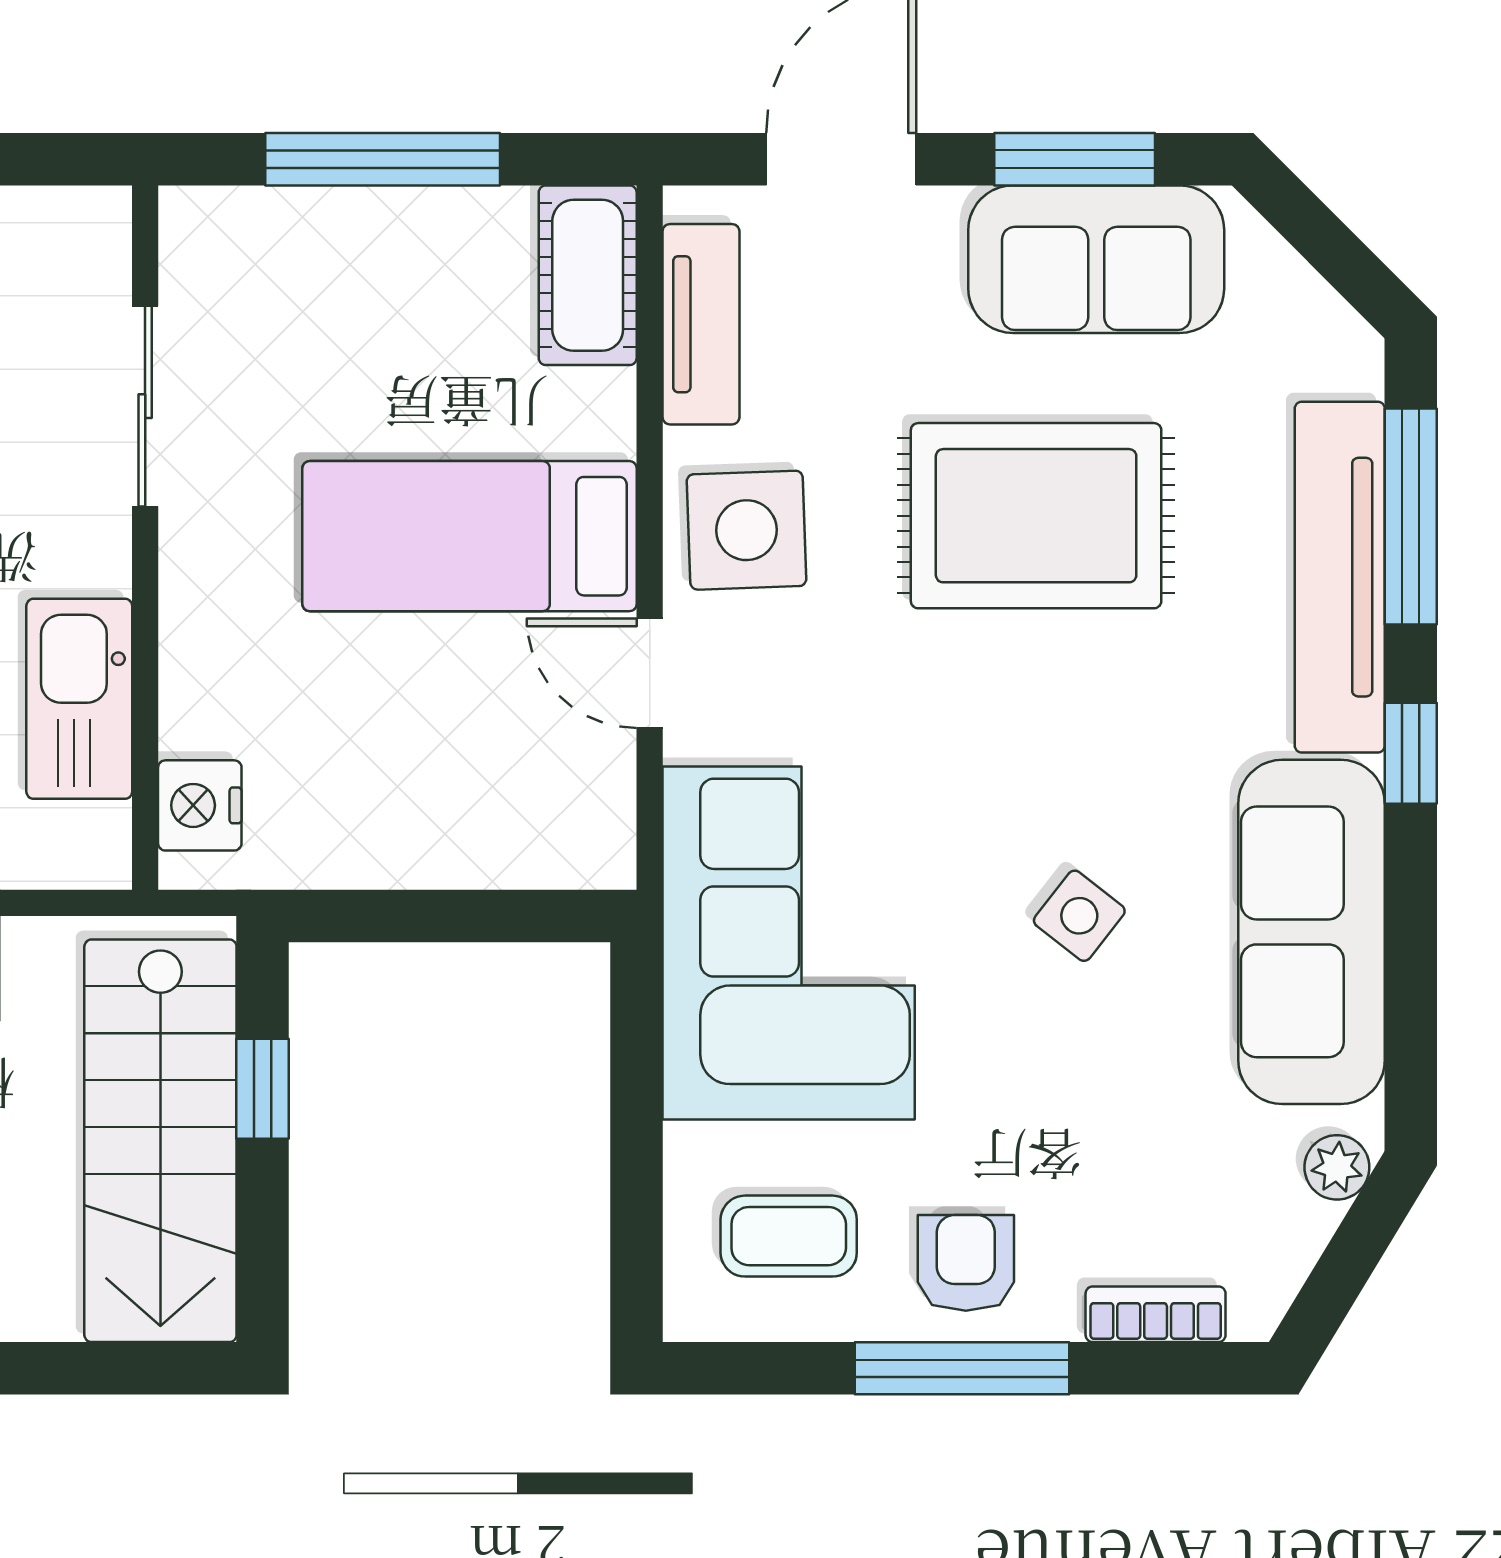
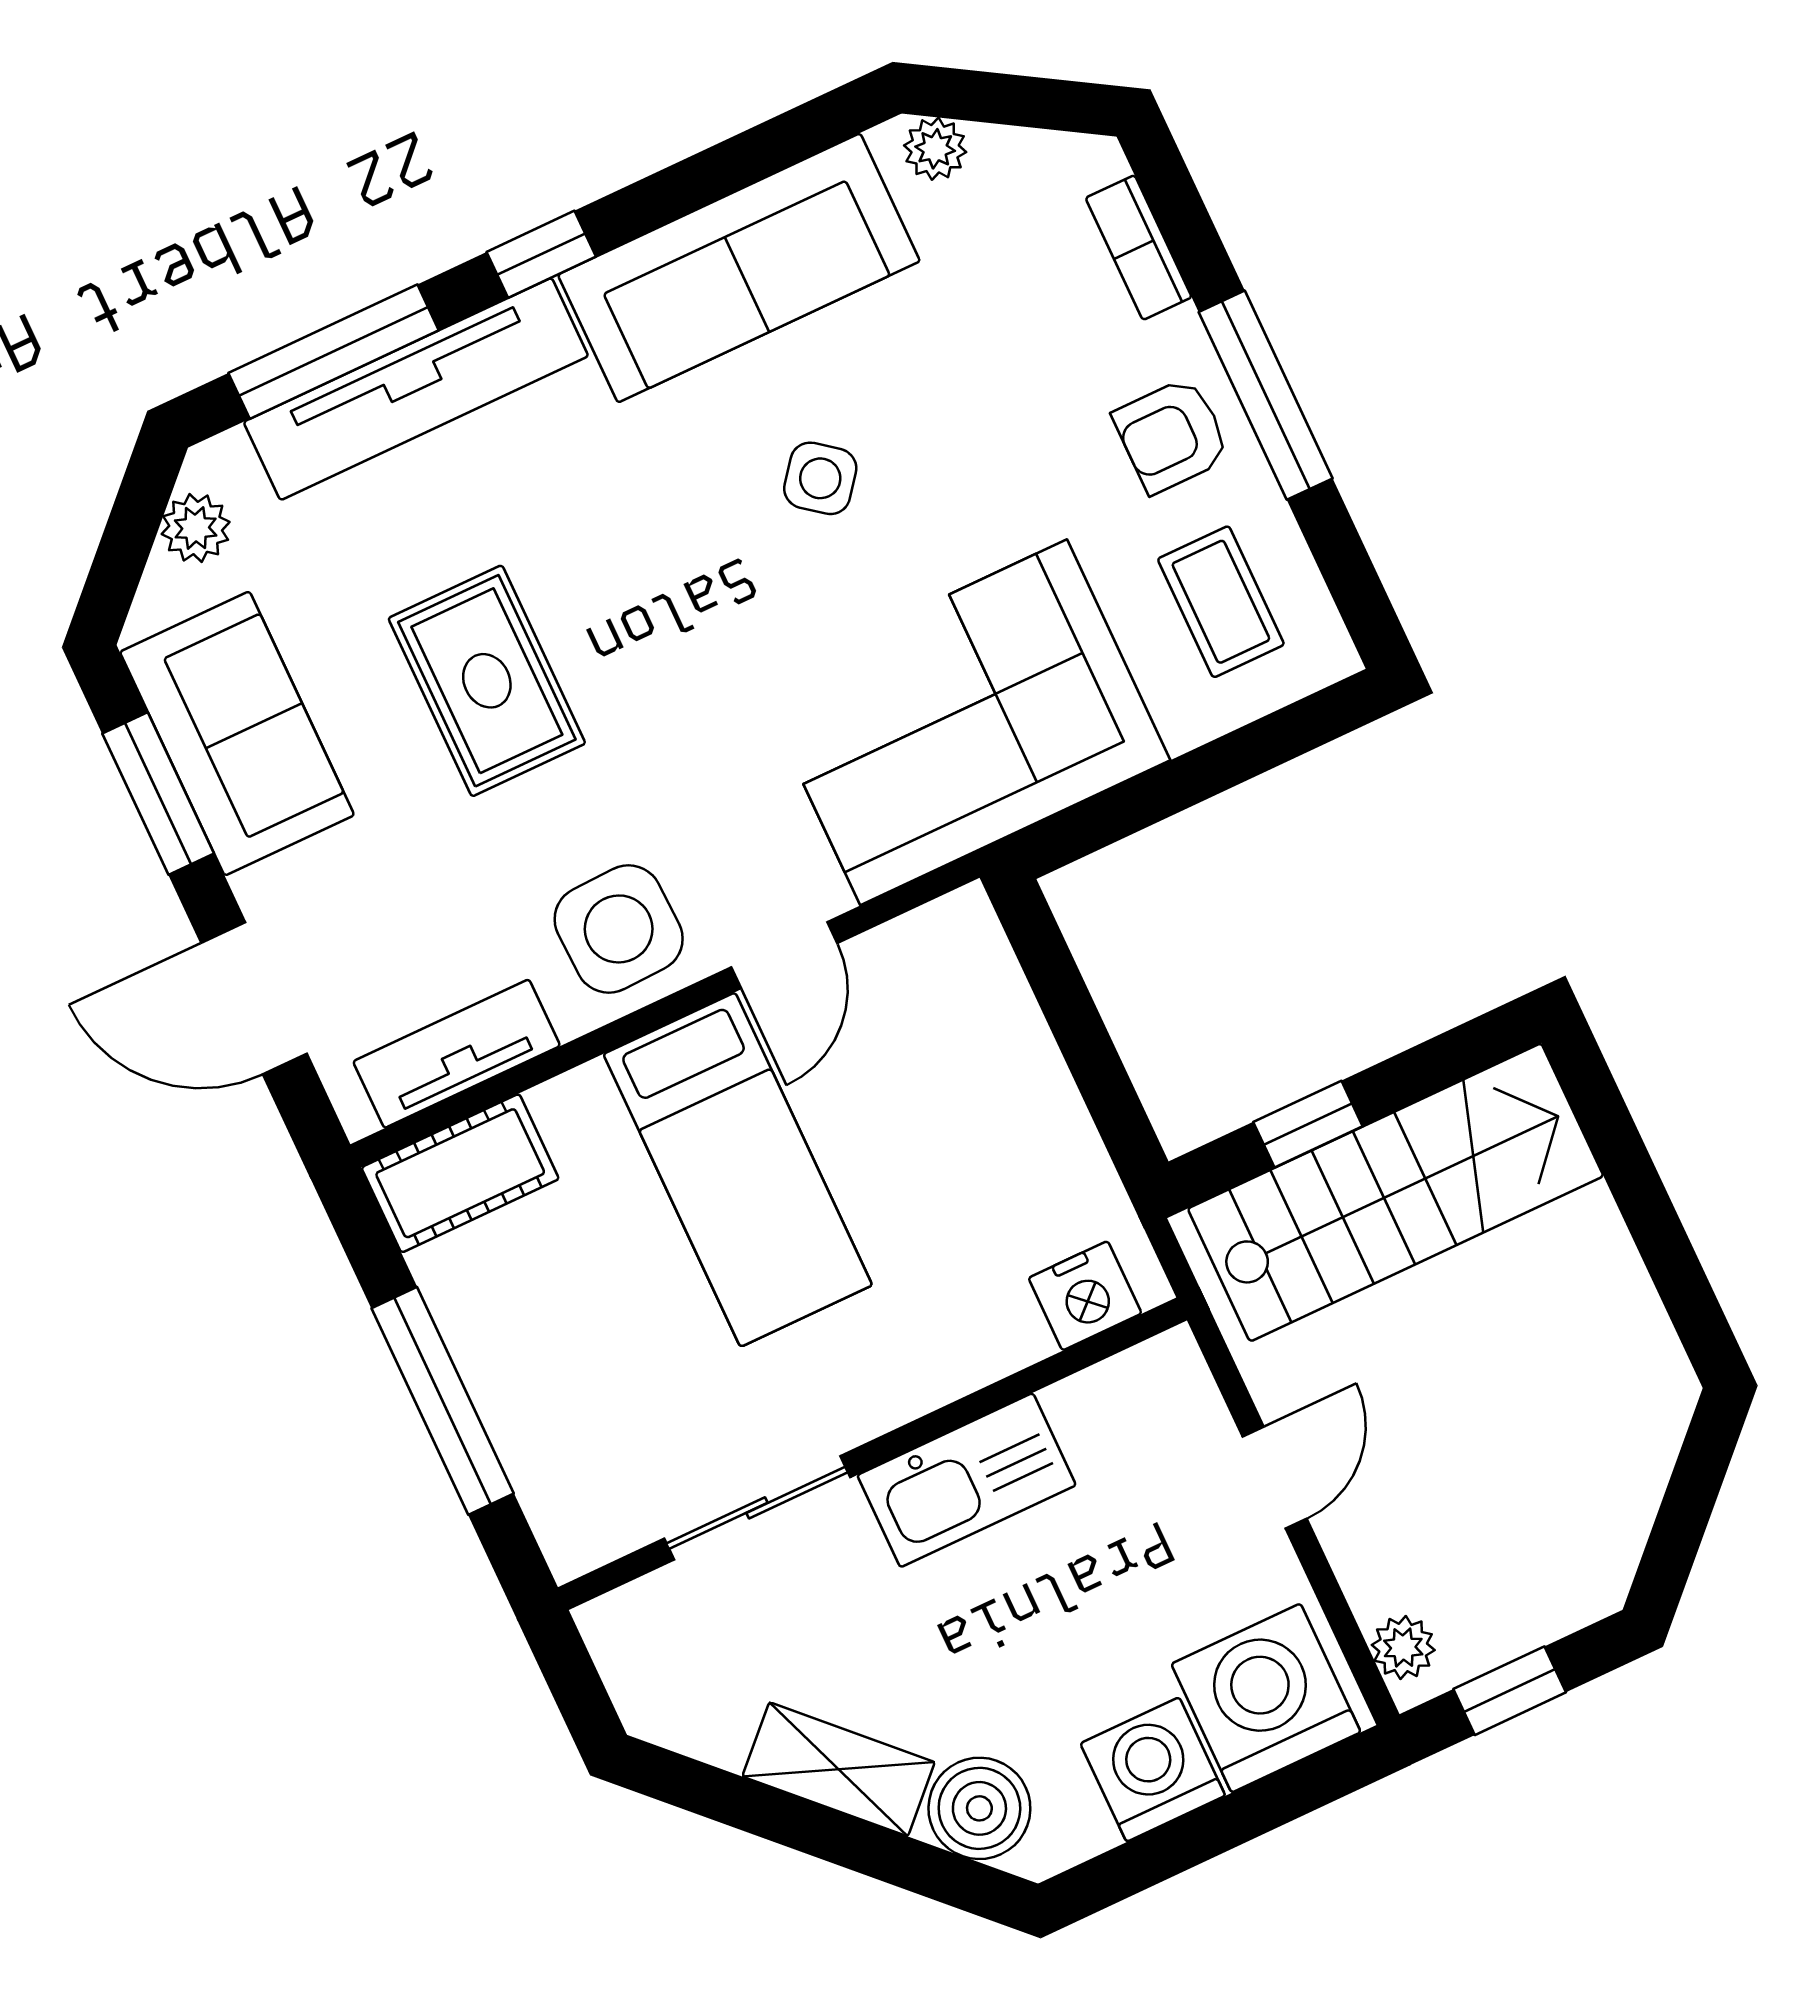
plant: (1306, 310) -> (196, 528), added
rug: (1036, 516) -> (487, 681), width x0.73, depth x0.70
kitchen sink: (79, 699) -> (967, 1480), moved

